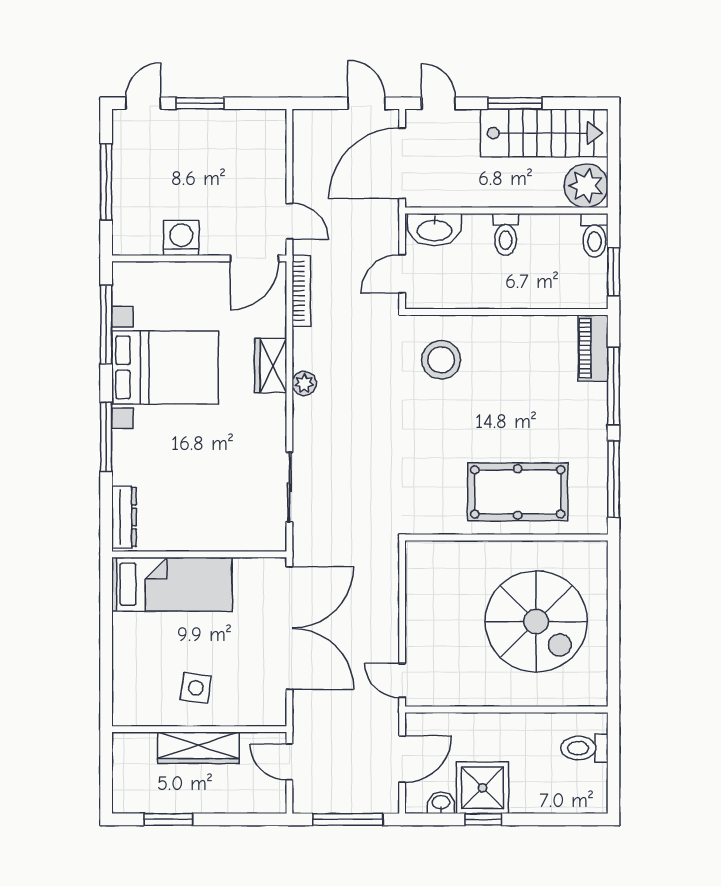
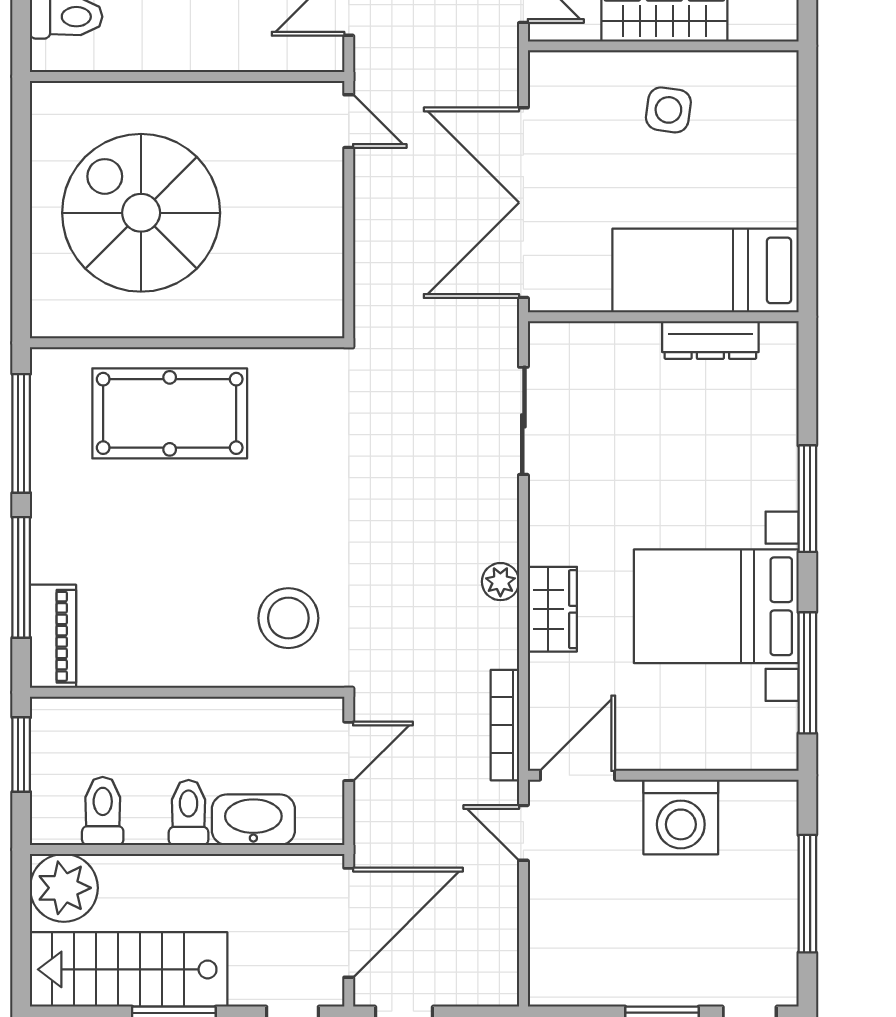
washbasin: (434, 230) -> (253, 820), moved
toilet: (594, 235) -> (103, 811), moved
washing machine: (181, 238) -> (681, 817), width x1.37, depth x1.37
dresser: (124, 517) -> (710, 340), moved, turned -90

